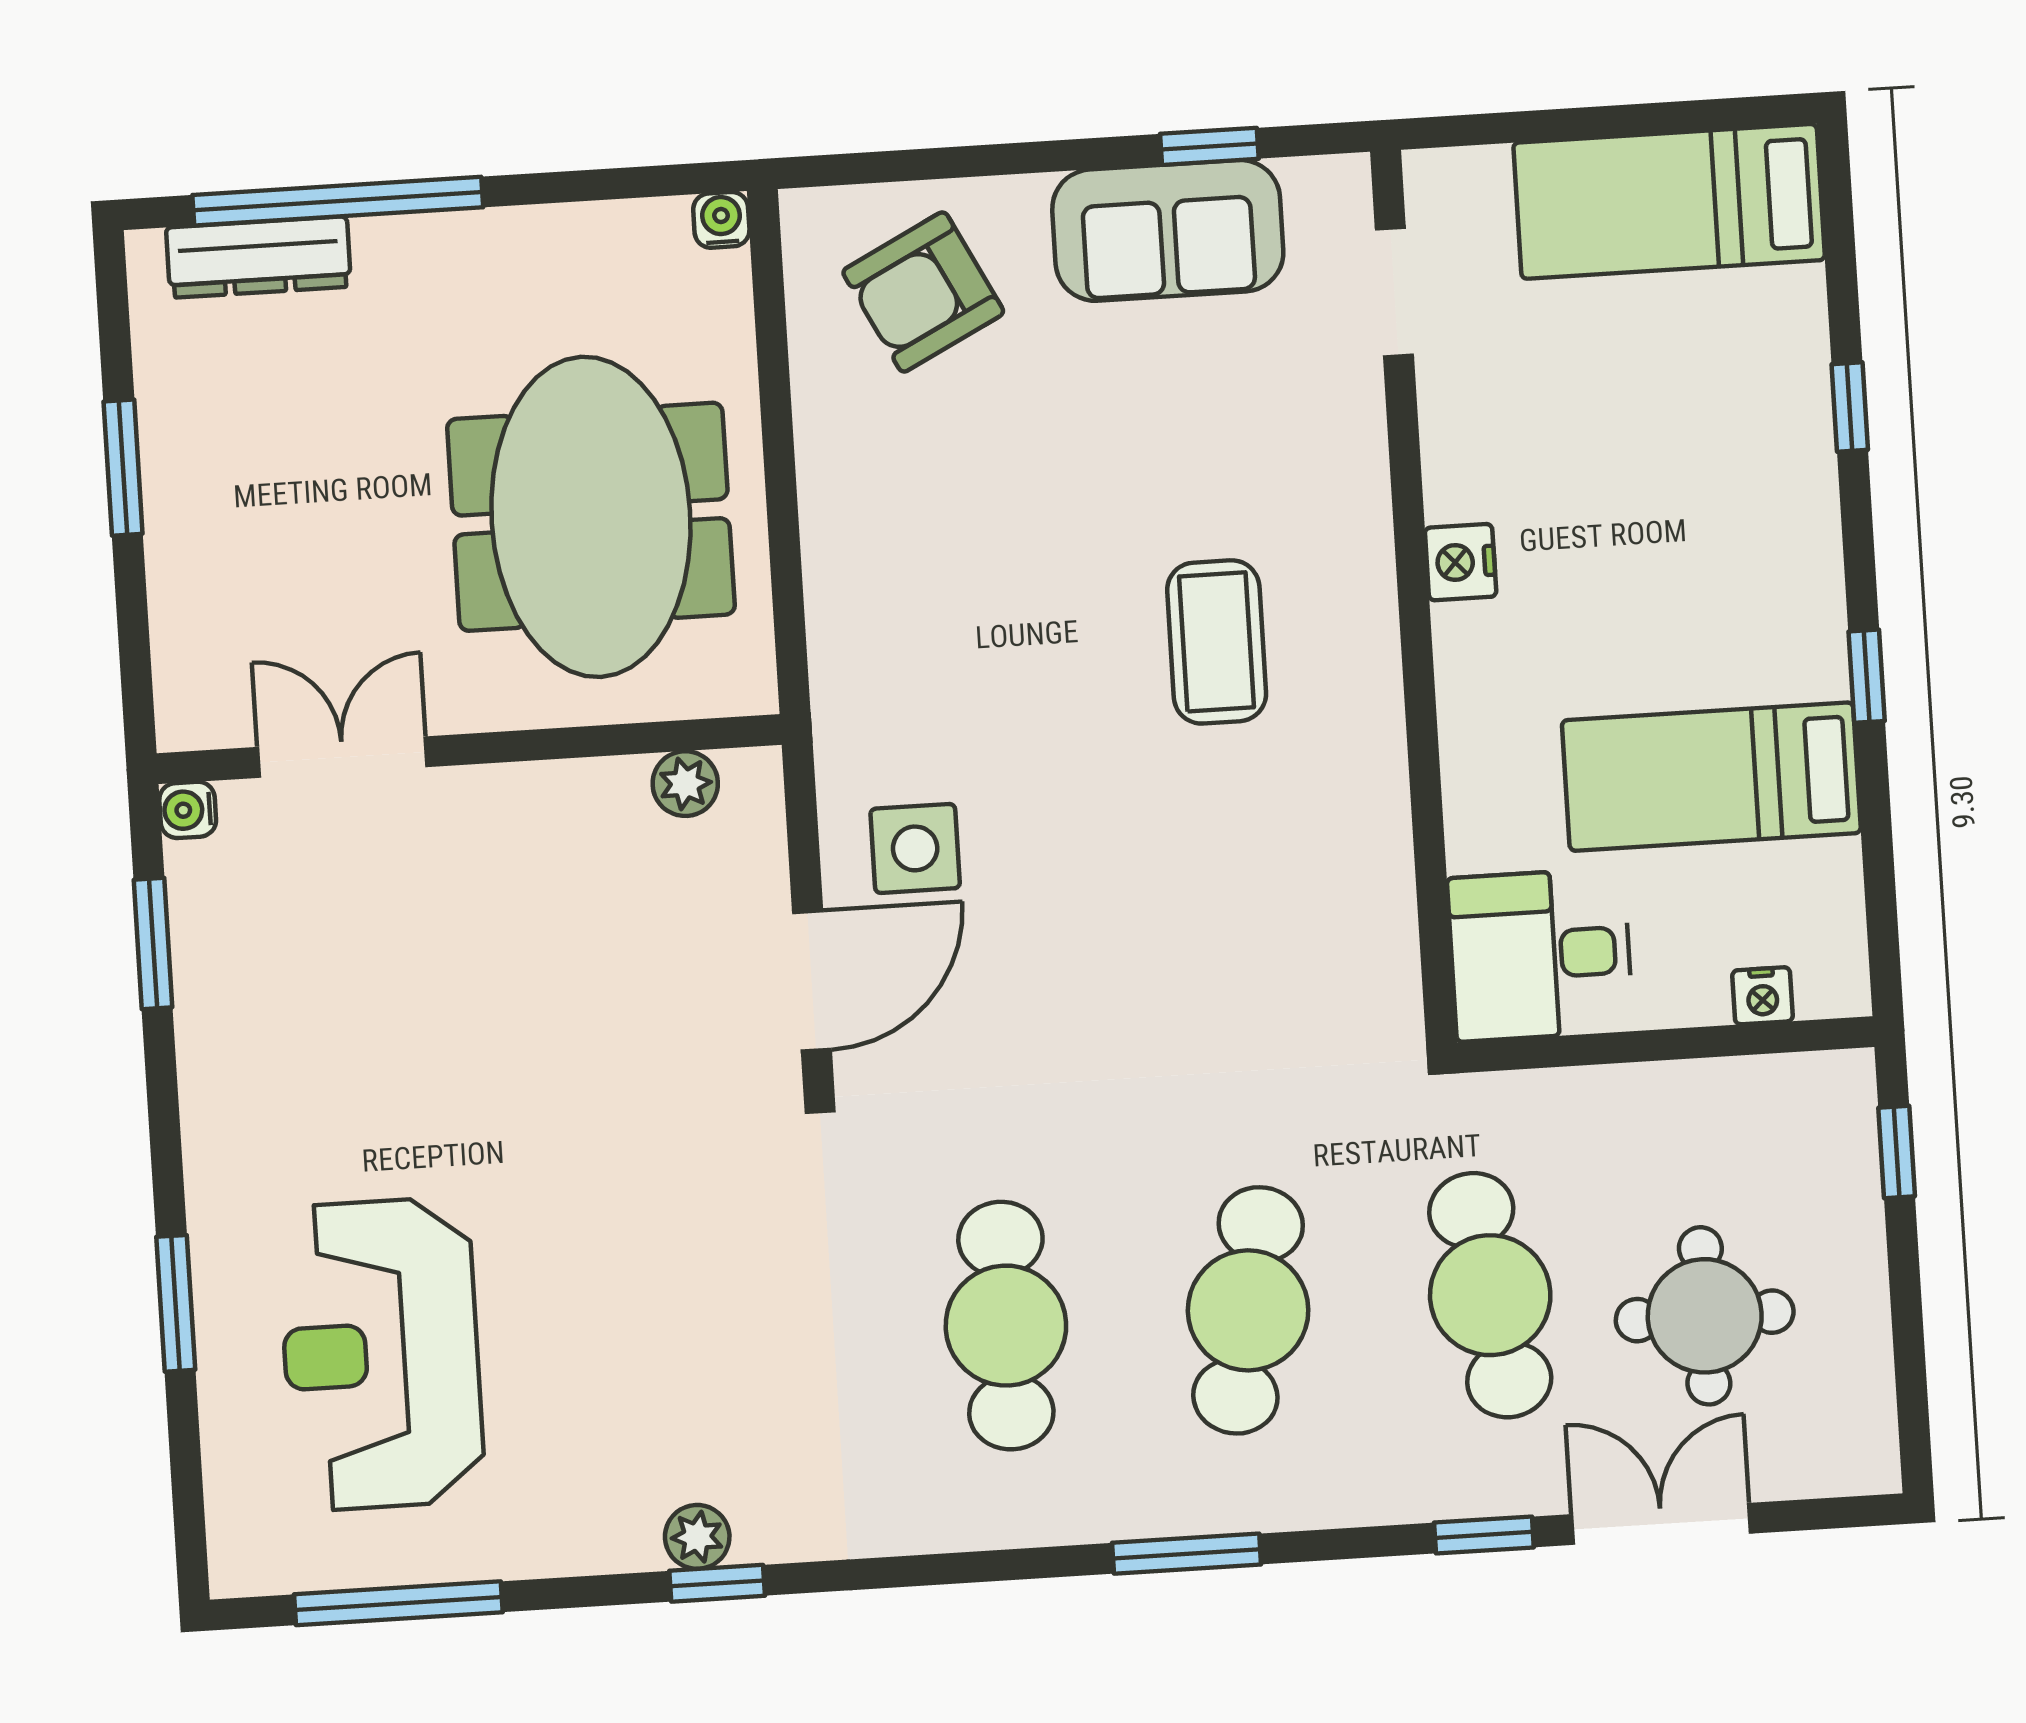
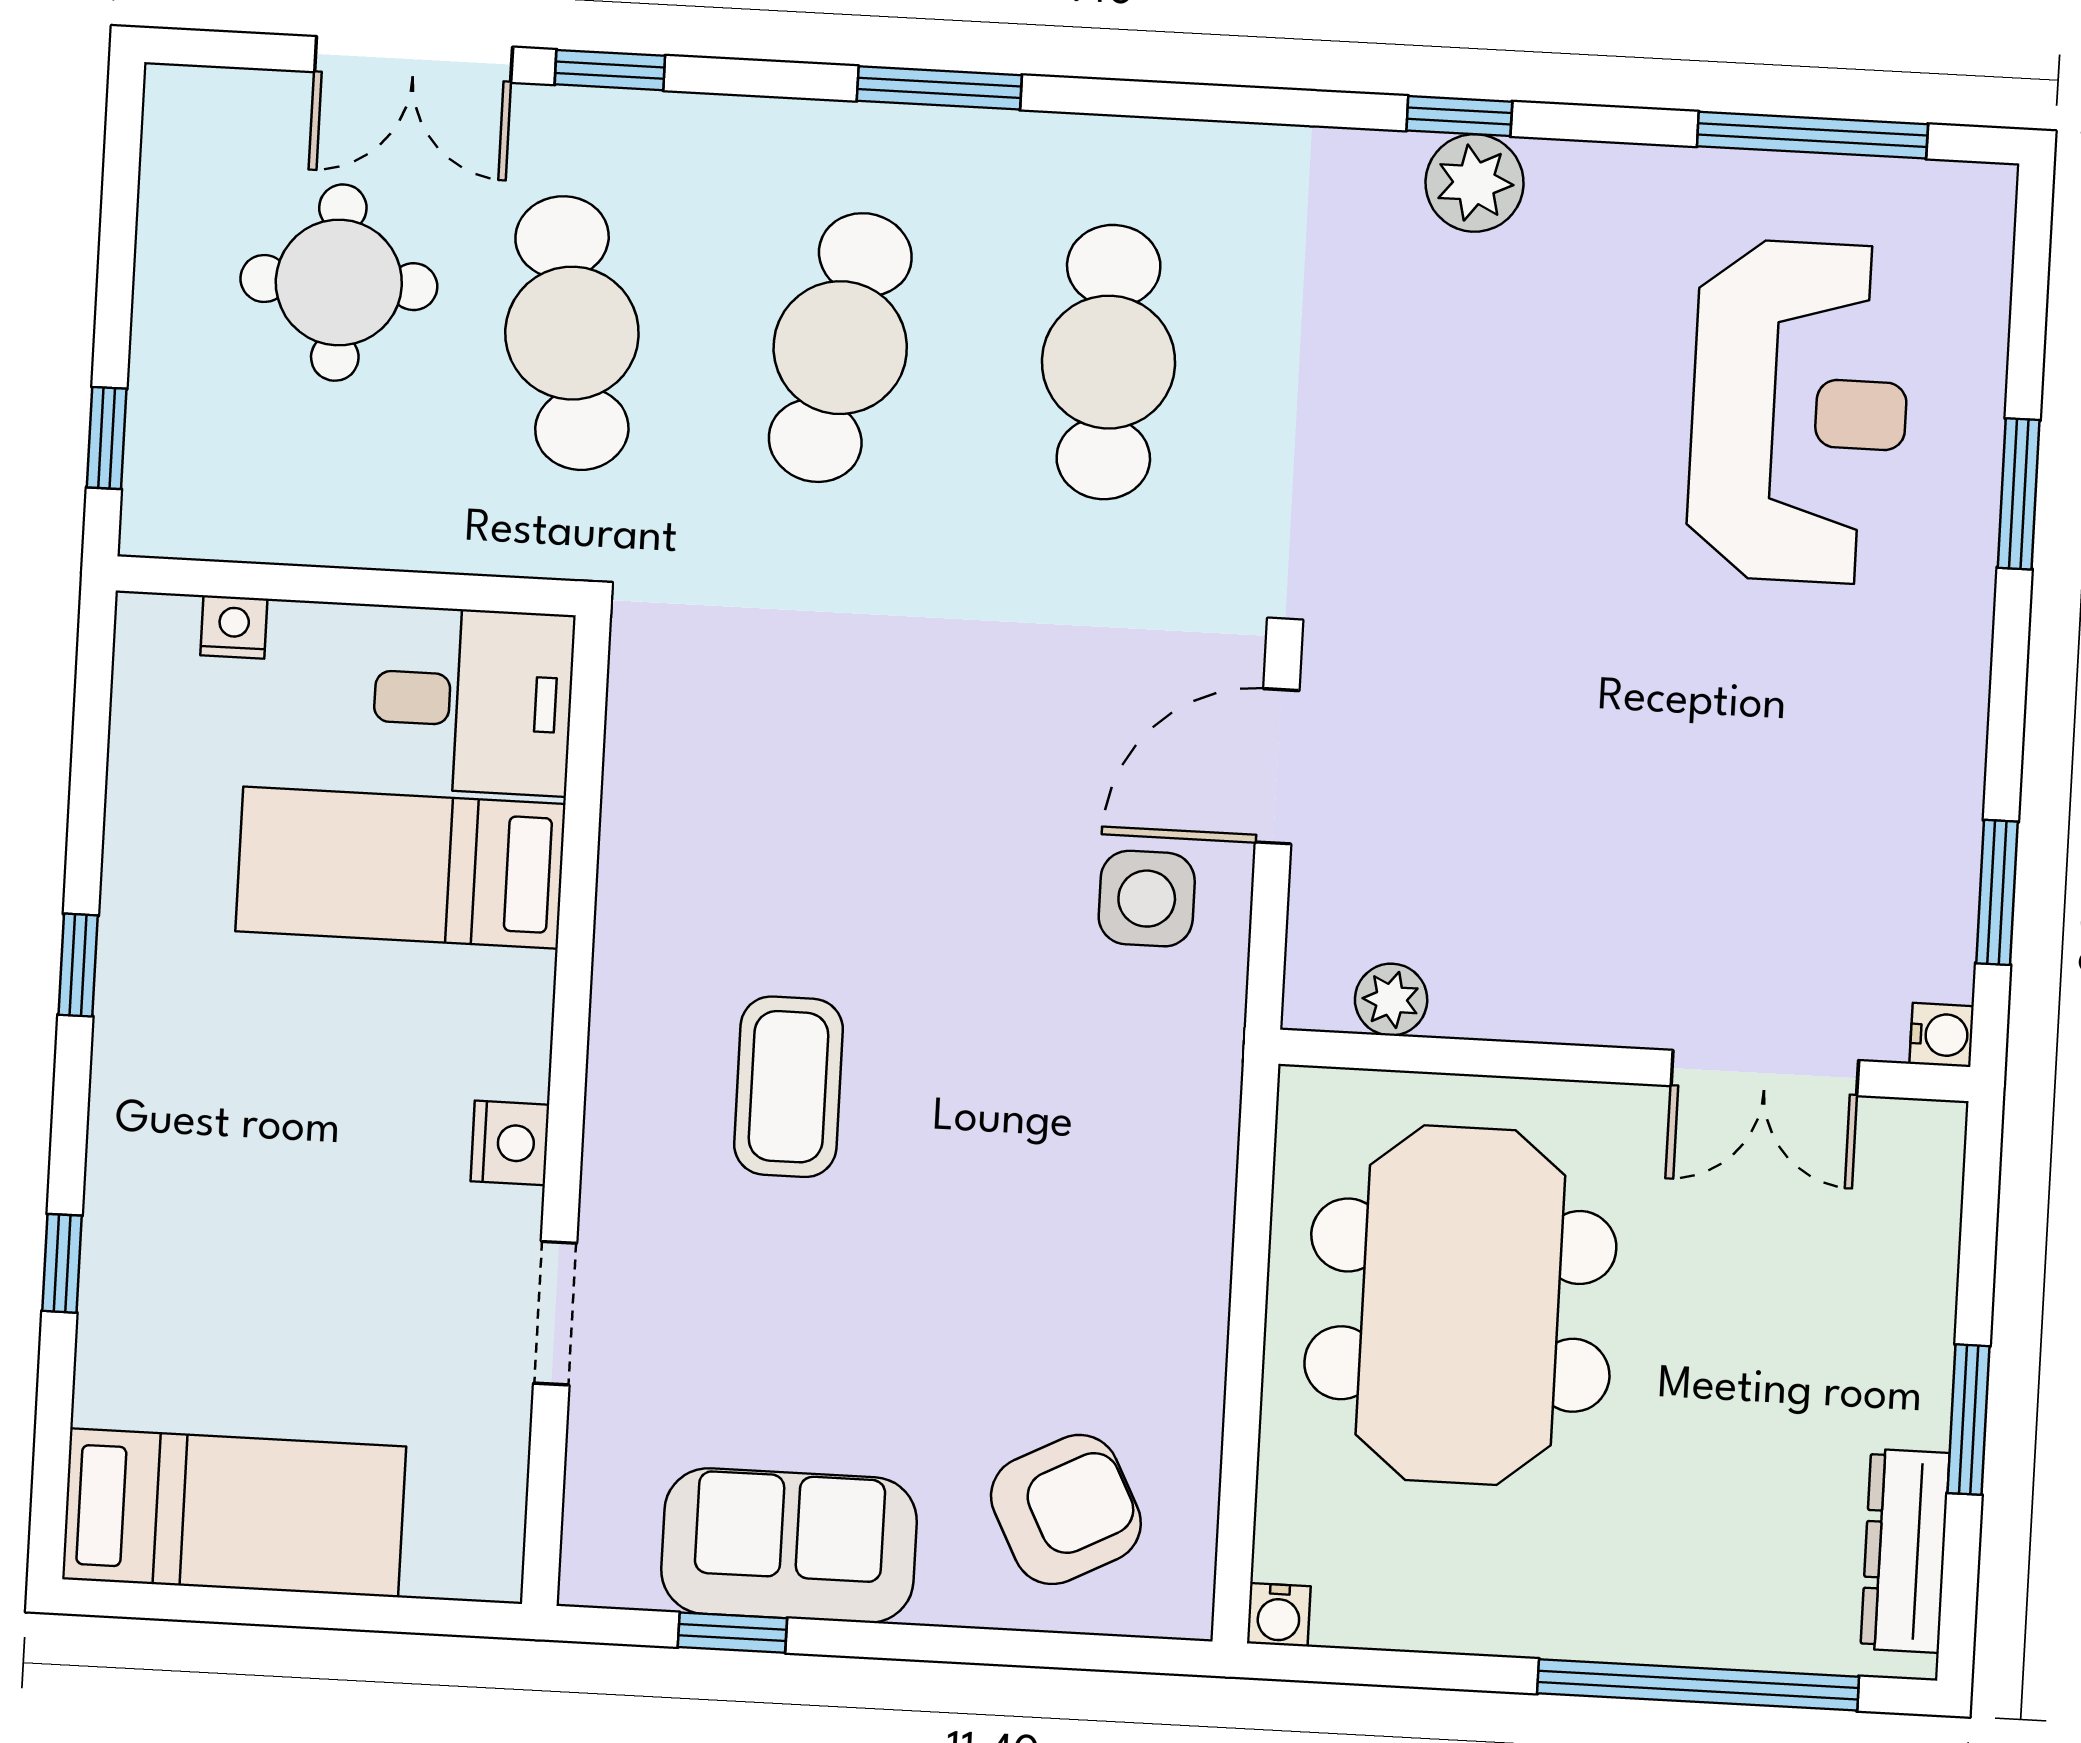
dresser: (258, 257) -> (1905, 1551), moved, turned -90
doorway: (1394, 292) -> (555, 1313), moved
bed: (1711, 777) -> (401, 868), moved, turned 180
plant: (697, 1537) -> (1475, 183), width x1.38, depth x1.38

